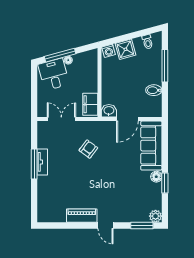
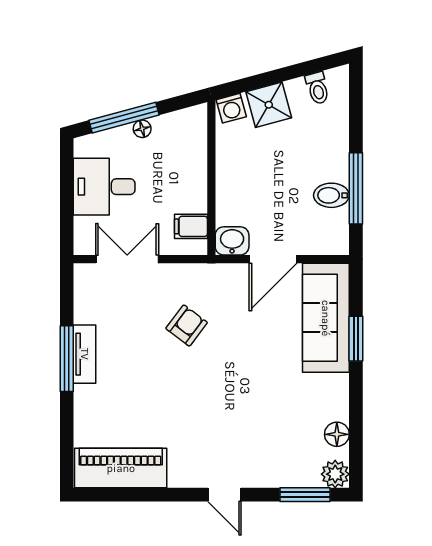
window: (165, 66) -> (356, 188), moved
desk: (54, 74) -> (104, 187), moved, turned -75
filing cabinet: (90, 104) -> (191, 226), width x0.50
floor lamp: (156, 177) -> (337, 434), moved
window: (165, 183) -> (356, 339), moved
piano: (82, 216) -> (121, 468), moved, width x1.37, depth x1.33

